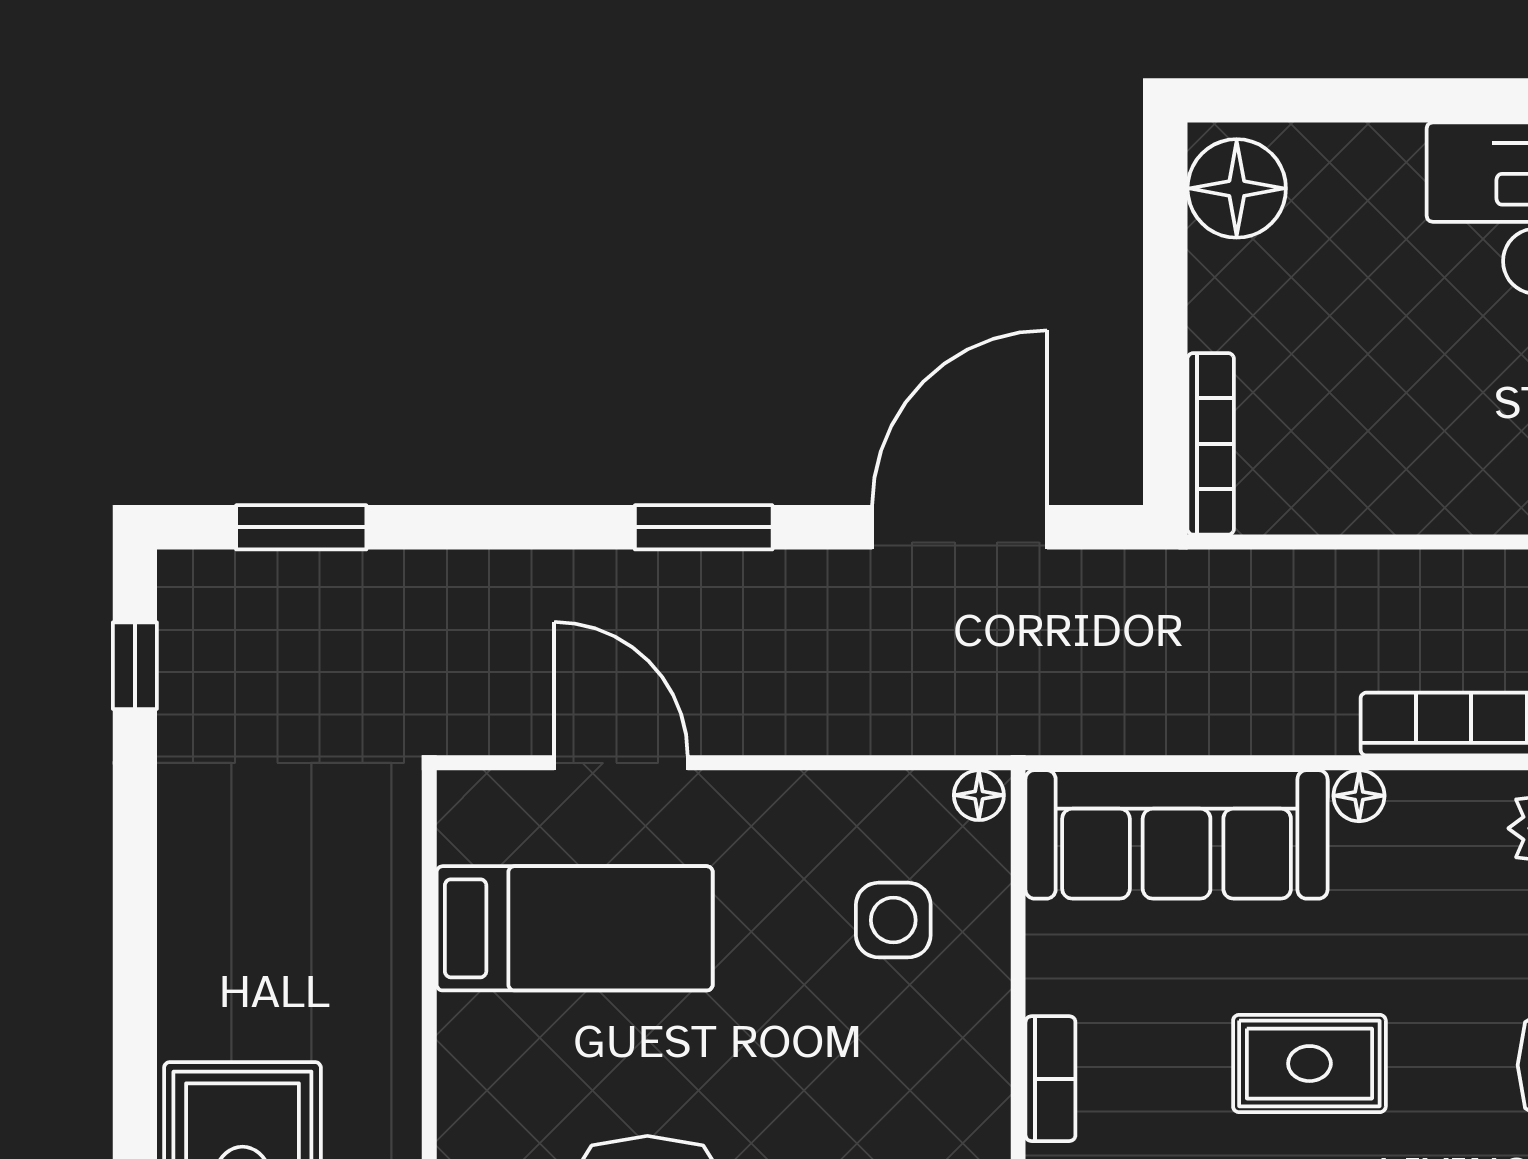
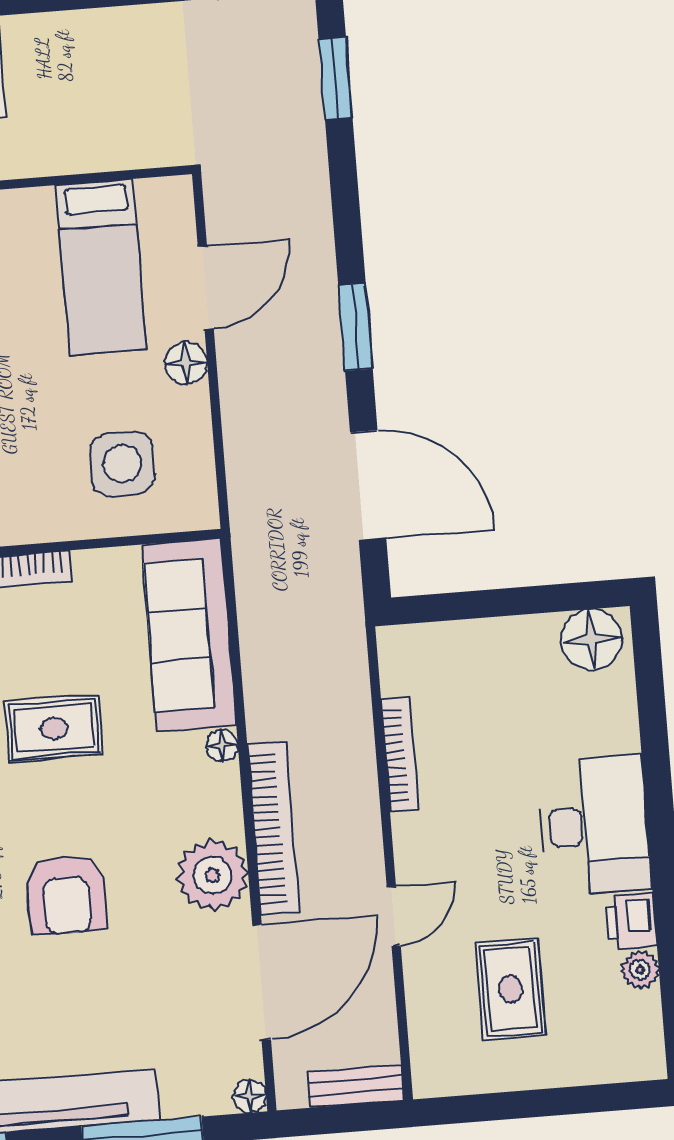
bookcase: (1211, 444) -> (400, 755), moved, turned -90
floor lamp: (979, 795) -> (186, 363), moved, width x1.37, depth x1.37
side table: (893, 920) -> (122, 464), width x1.37, depth x1.37
rug: (1309, 1064) -> (54, 728), turned 90

